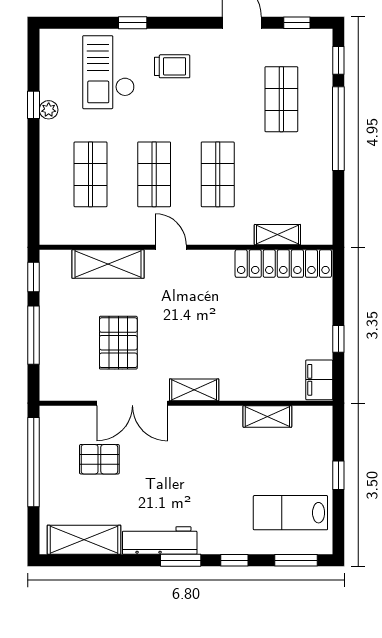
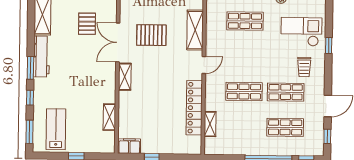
shop shelf: (154, 174) -> (286, 92), moved
locker: (283, 264) -> (194, 108), moved

